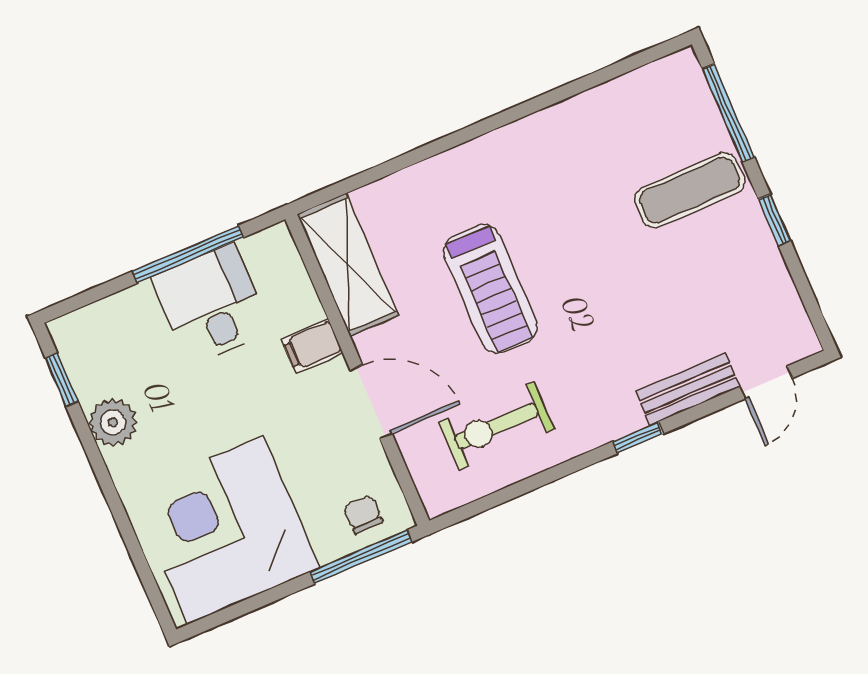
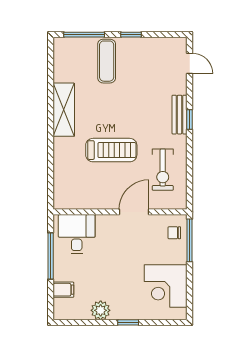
shelving: (348, 265) -> (64, 110), moved, turned 90
desk: (212, 304) -> (77, 234), moved, turned 90
filing cabinet: (312, 346) -> (63, 290), moved, turned -90
window: (62, 380) -> (128, 322), moved
bench: (688, 389) -> (180, 115), moved
corner desk: (225, 530) -> (166, 286), width x0.74, depth x0.74

